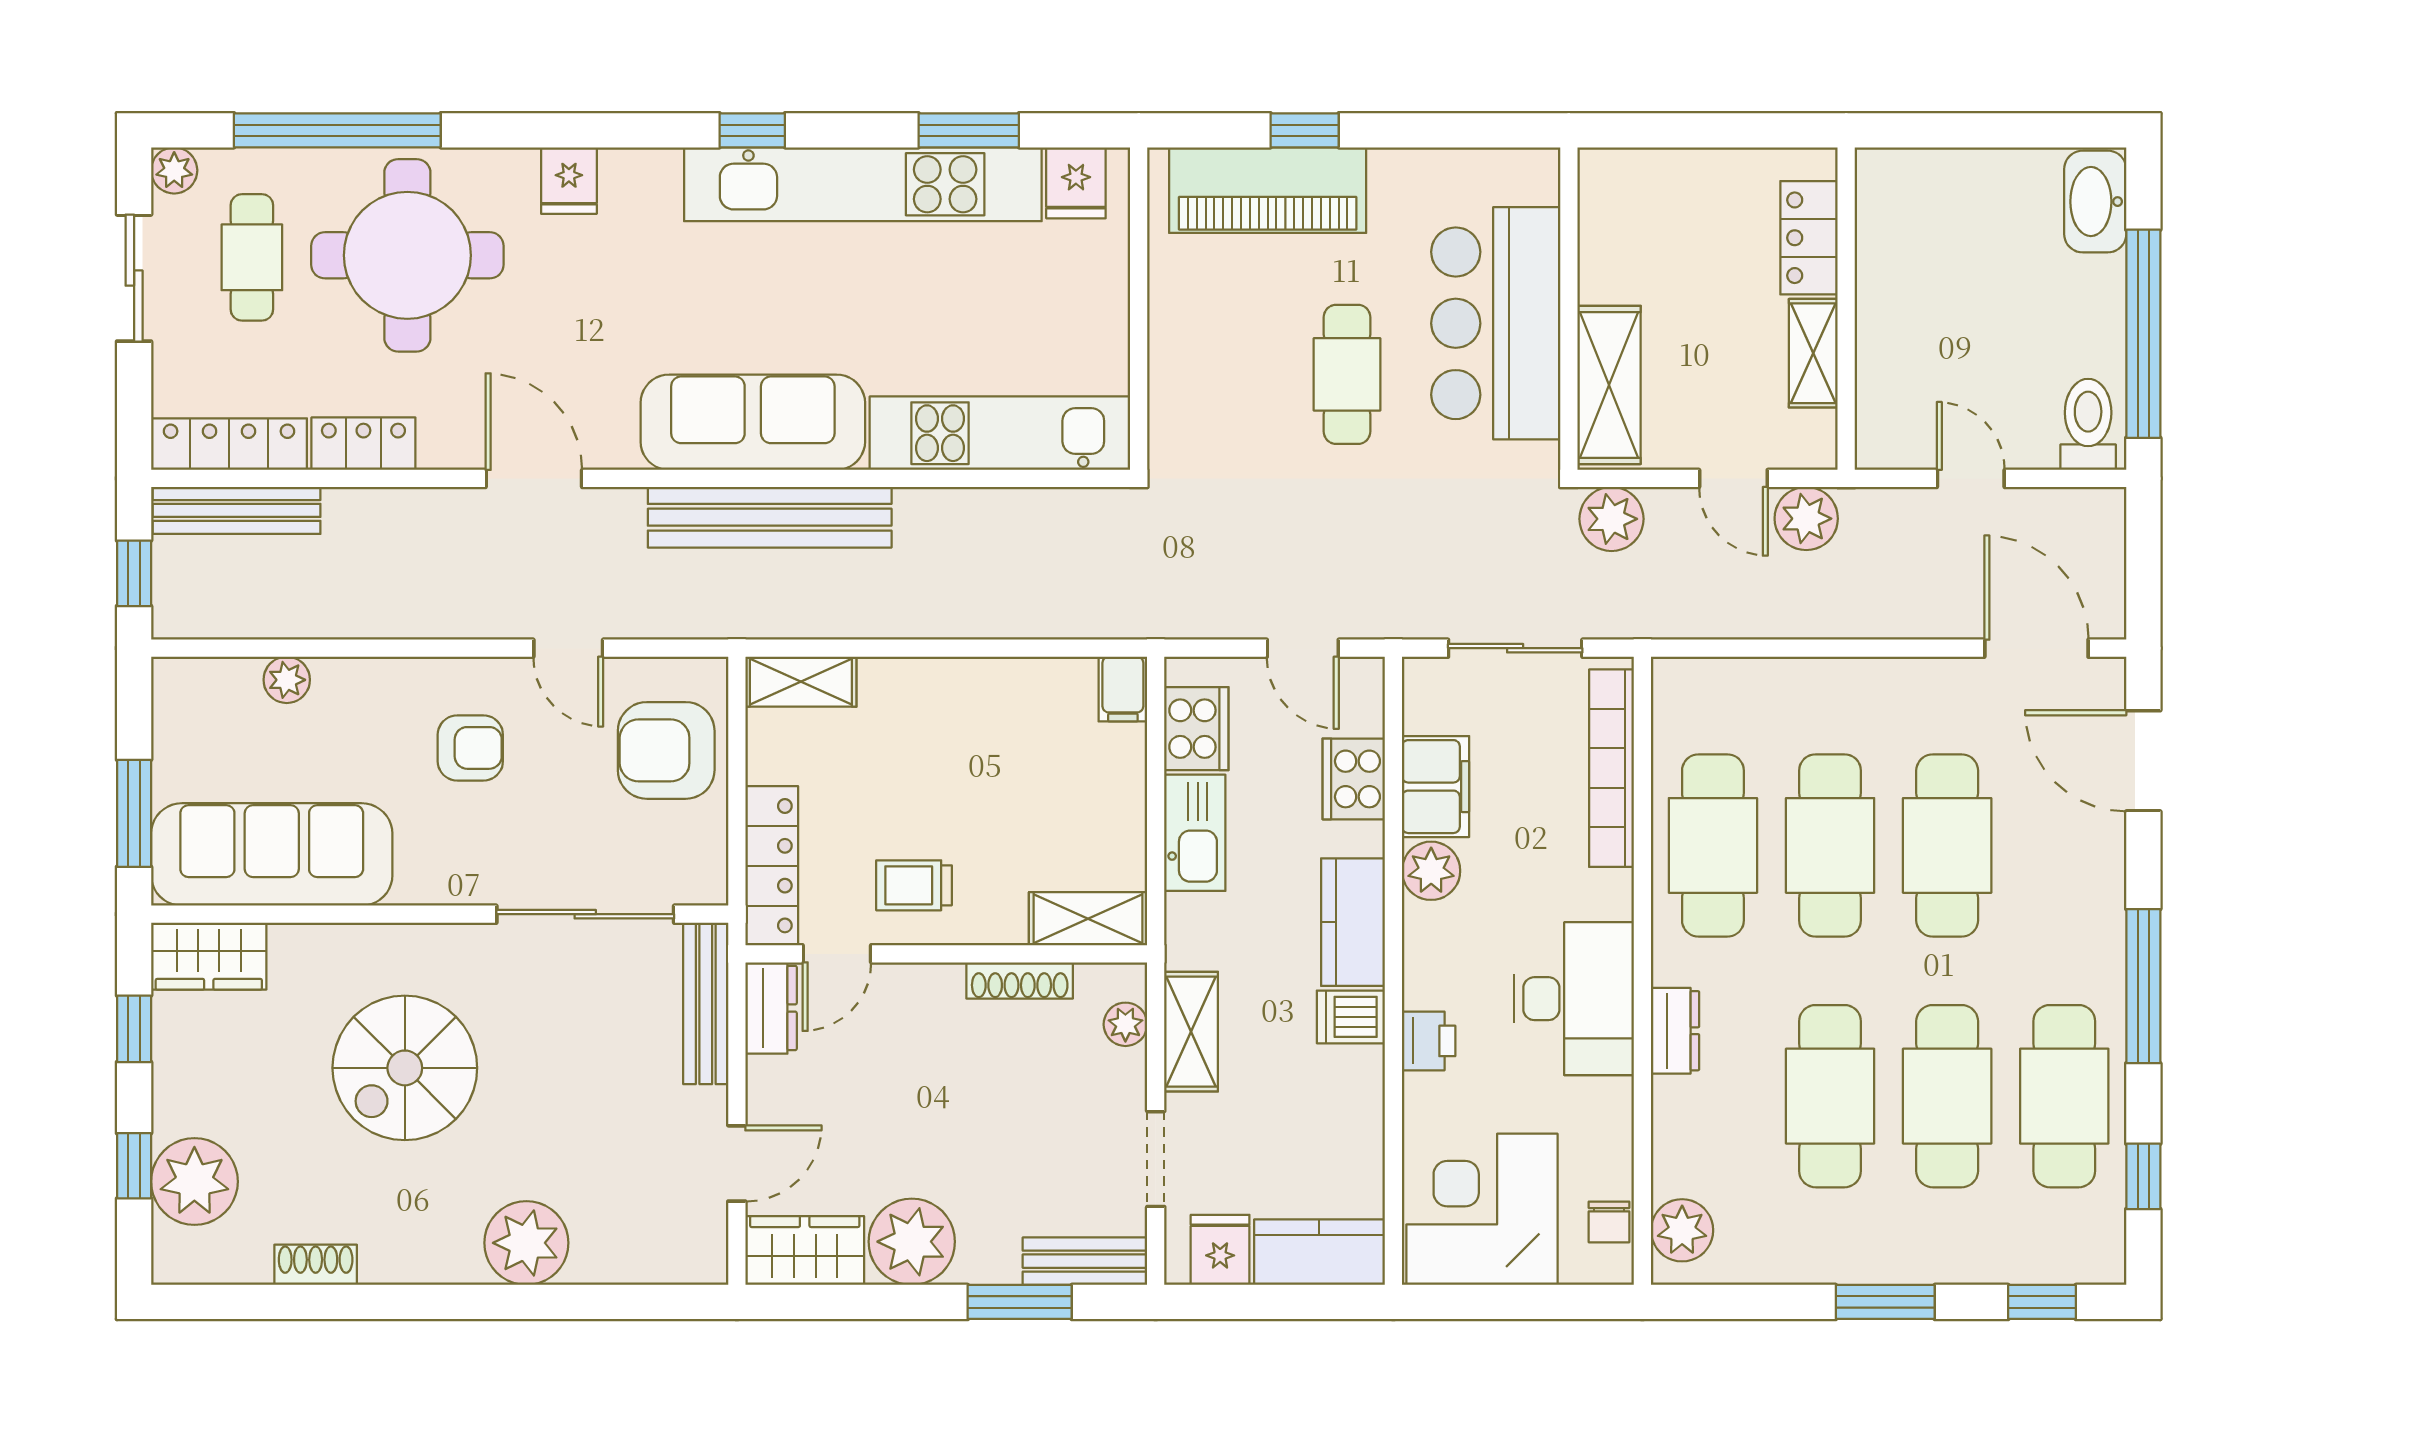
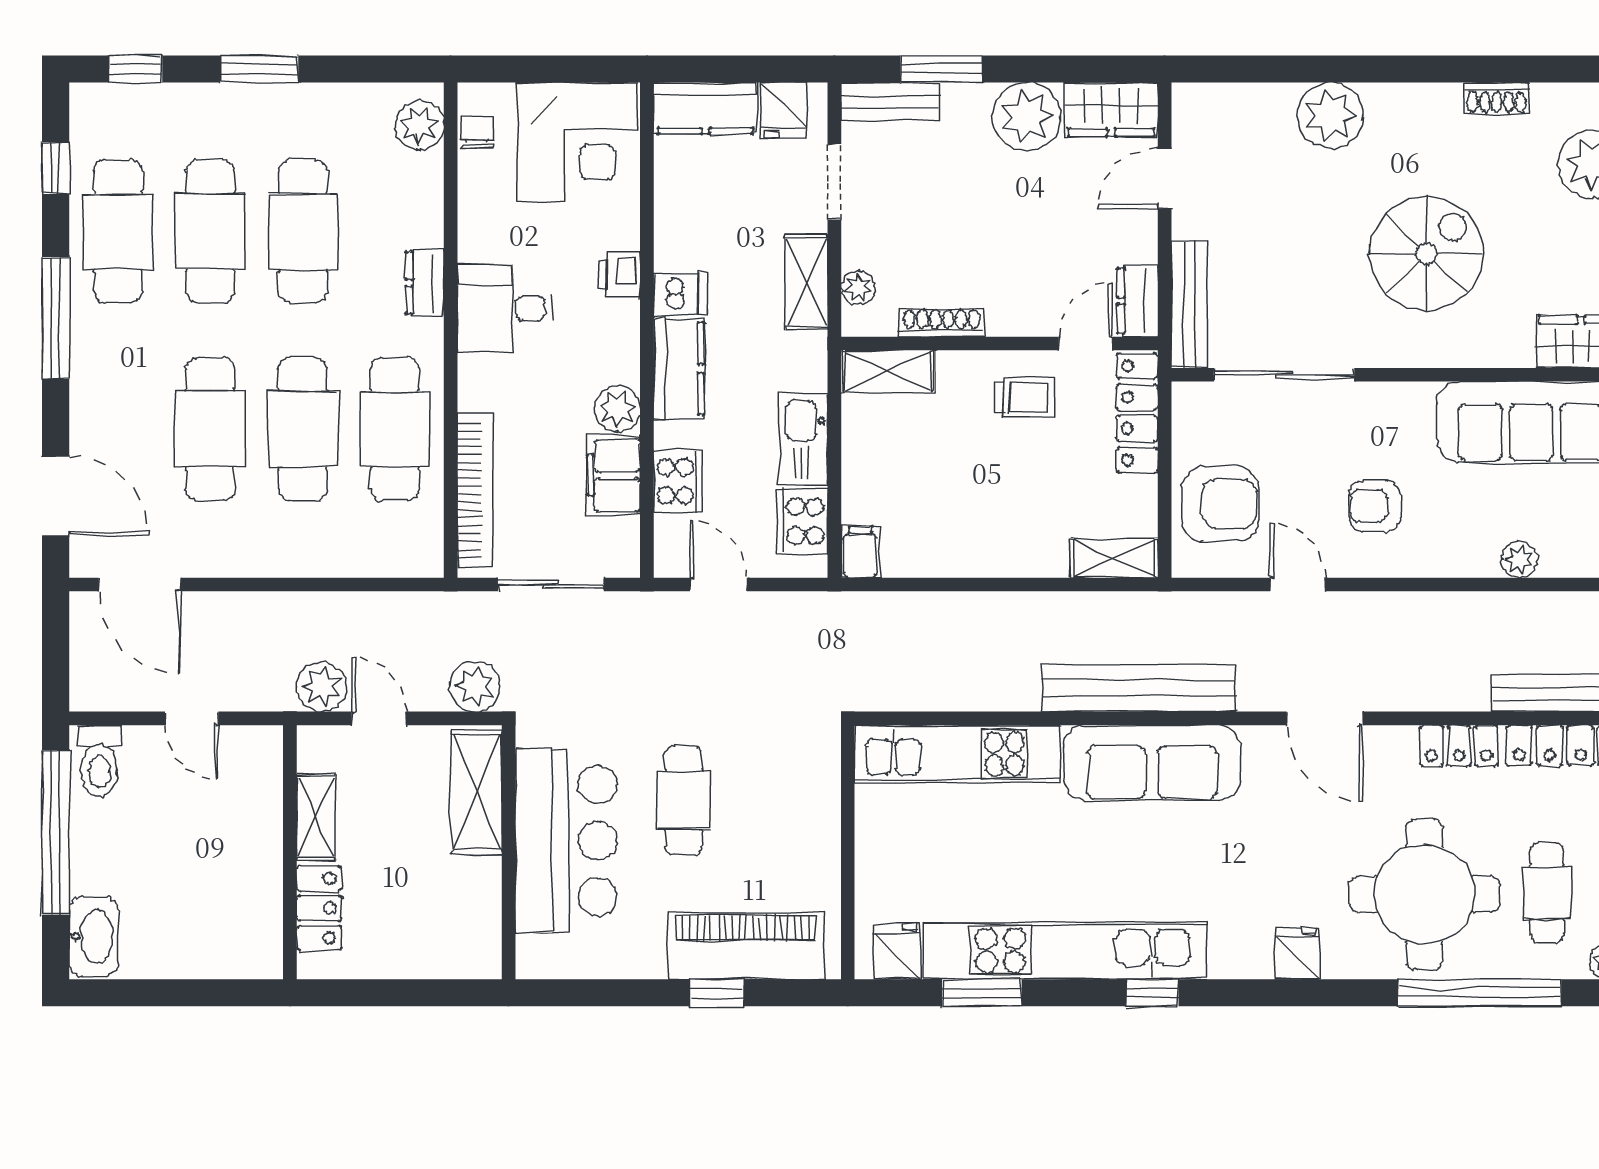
desk: (1574, 999) -> (505, 308), width x0.73

